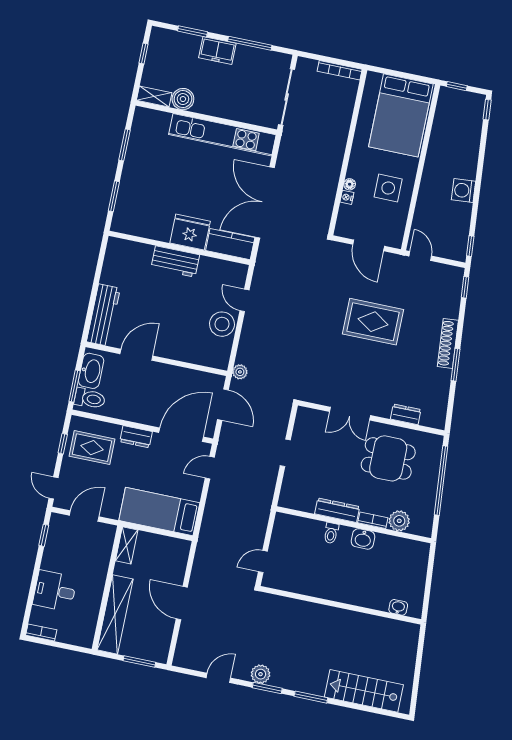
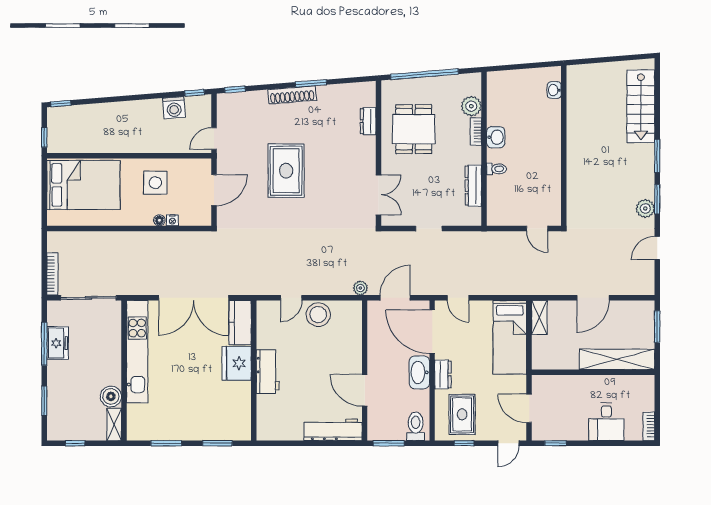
freezer: (217, 50) -> (58, 343), moved
bookcase: (340, 70) -> (52, 274), moved
washing machine: (464, 190) -> (174, 108), moved
washbasin: (91, 371) -> (419, 372), moved, turned -90
window: (75, 386) -> (389, 443), moved
double door: (350, 414) -> (378, 195), moved
dresser: (337, 510) -> (473, 186), moved
shelving: (127, 545) -> (539, 317), moved, turned 90
door: (218, 678) -> (657, 248), hinge flipped

